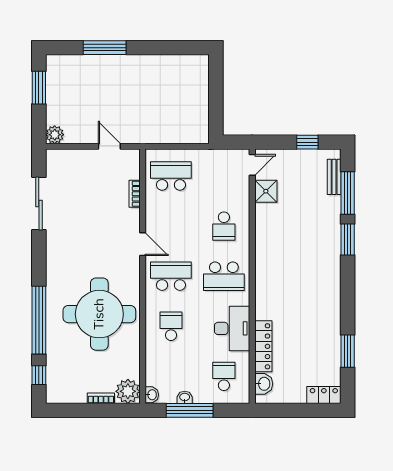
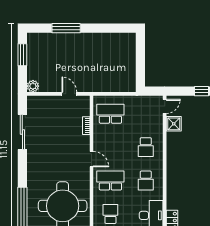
school desk: (224, 276) -> (146, 181), width x0.54

